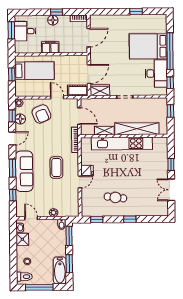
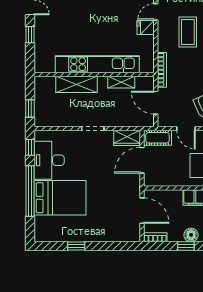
door: (89, 38) -> (142, 211), swing flipped
shelving: (137, 129) -> (77, 84), width x0.68

